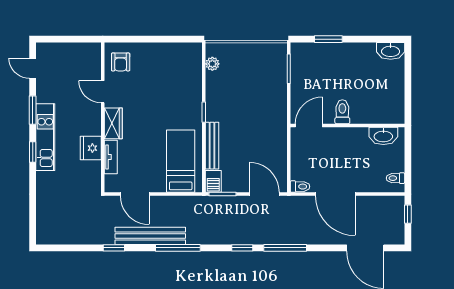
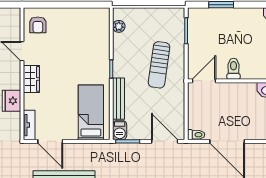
sun lounger: (258, 107) -> (159, 65), added
tv unit: (111, 157) -> (29, 125), moved

